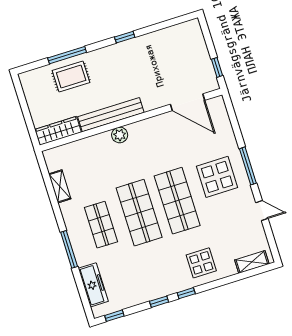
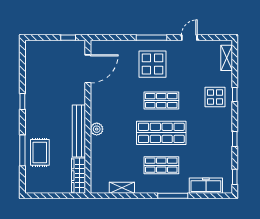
shop shelf: (177, 201) -> (161, 101), width x0.70, depth x0.74
window: (186, 293) -> (235, 95), moved

